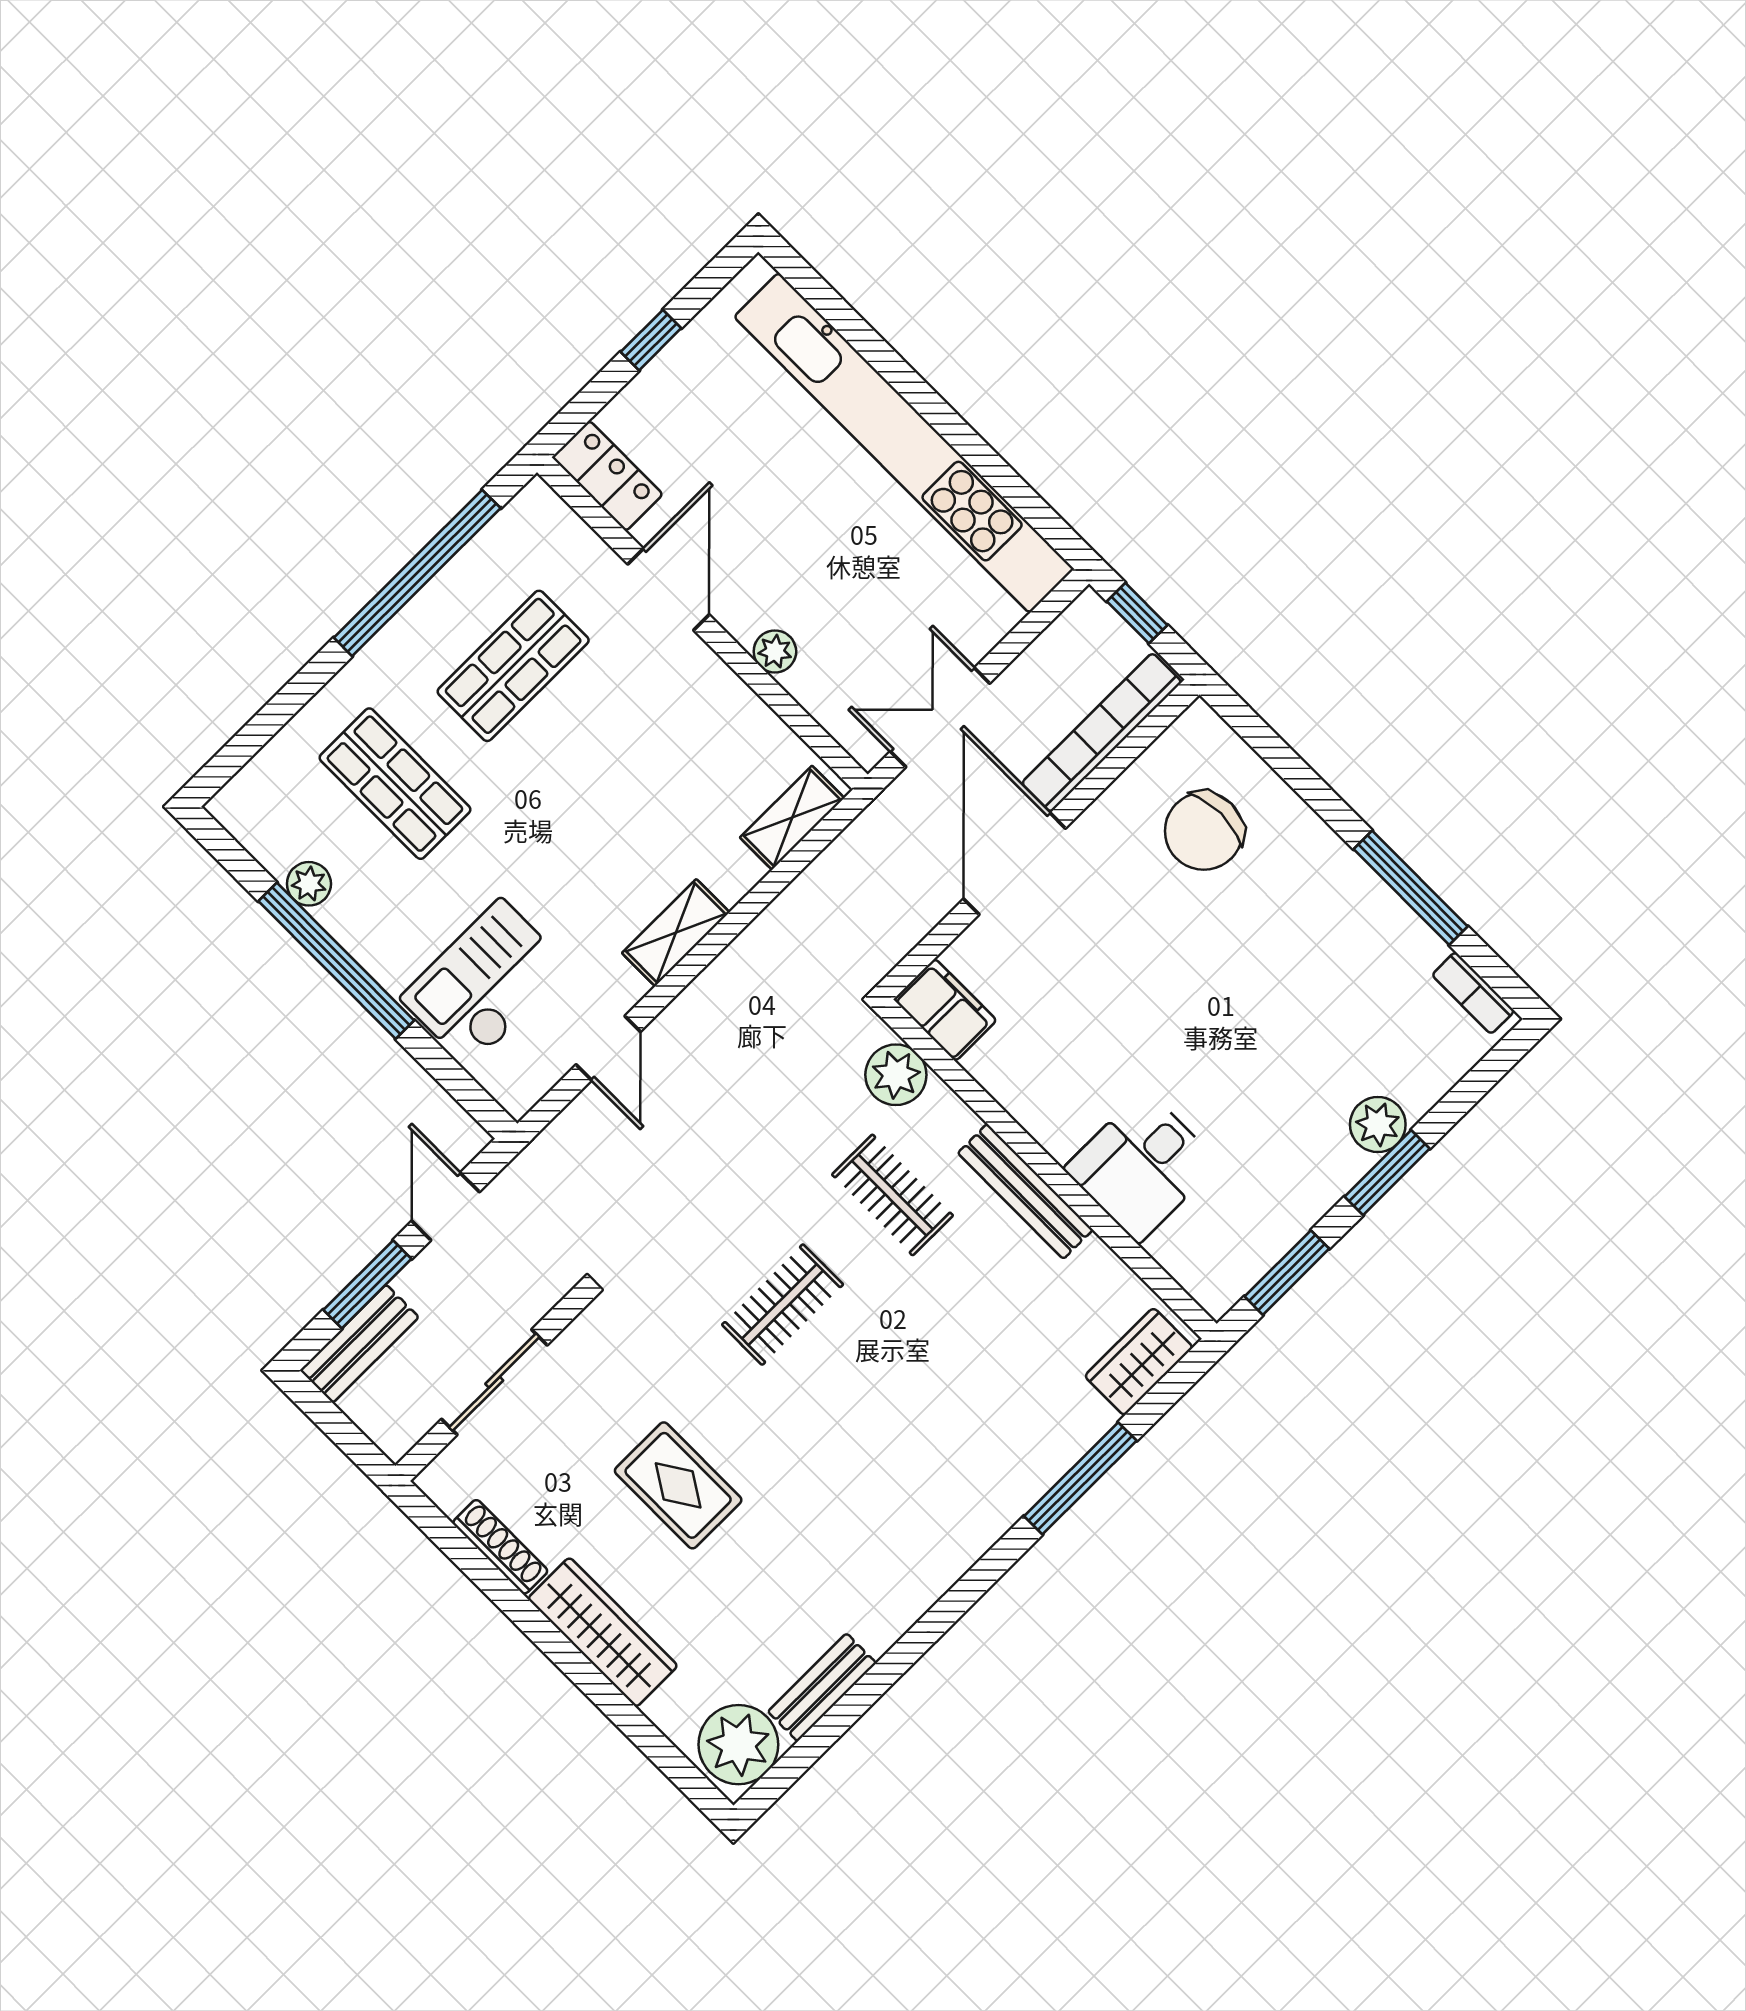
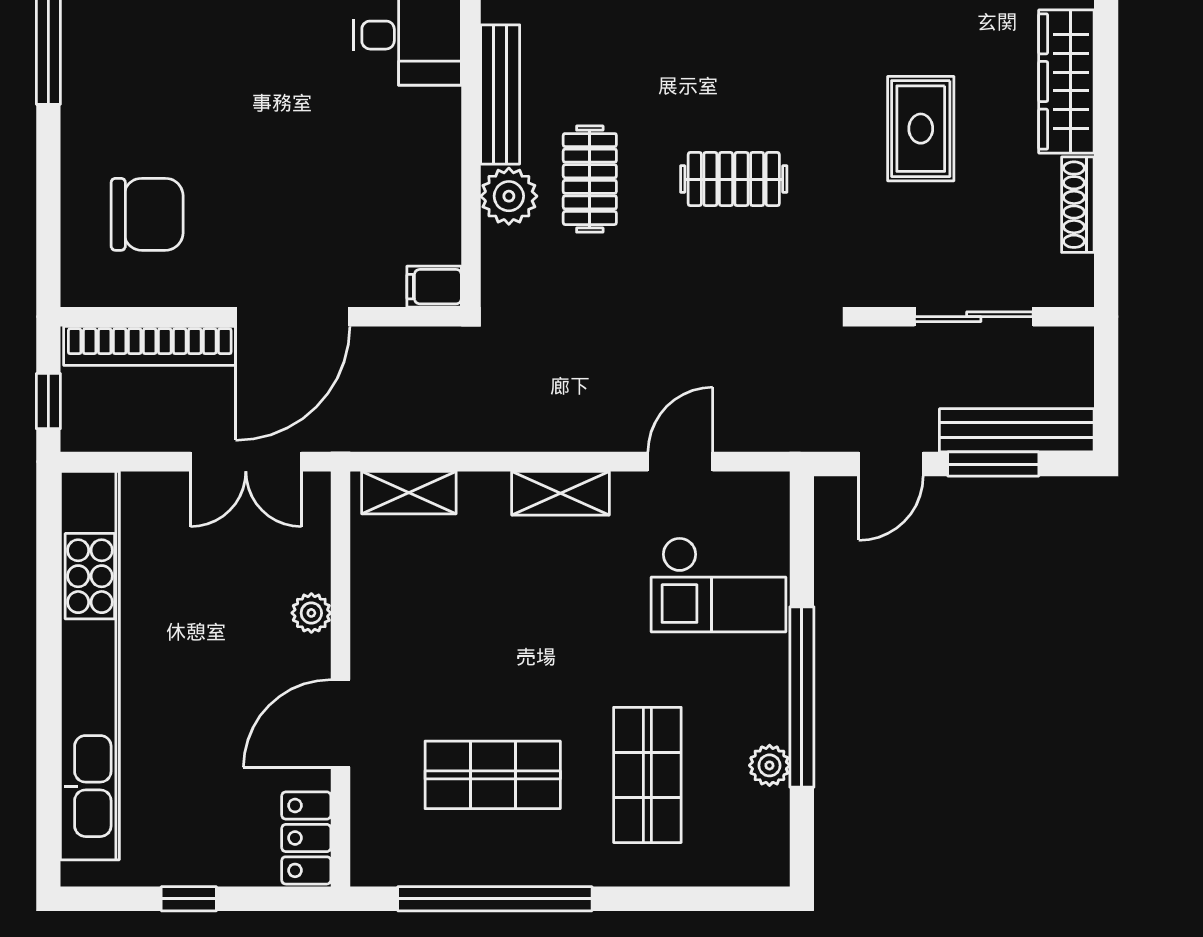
filing cabinet: (945, 1010) -> (434, 287), width x0.50
plant: (896, 1075) -> (509, 196), moved
bench: (359, 1344) -> (1017, 430), width x1.36

